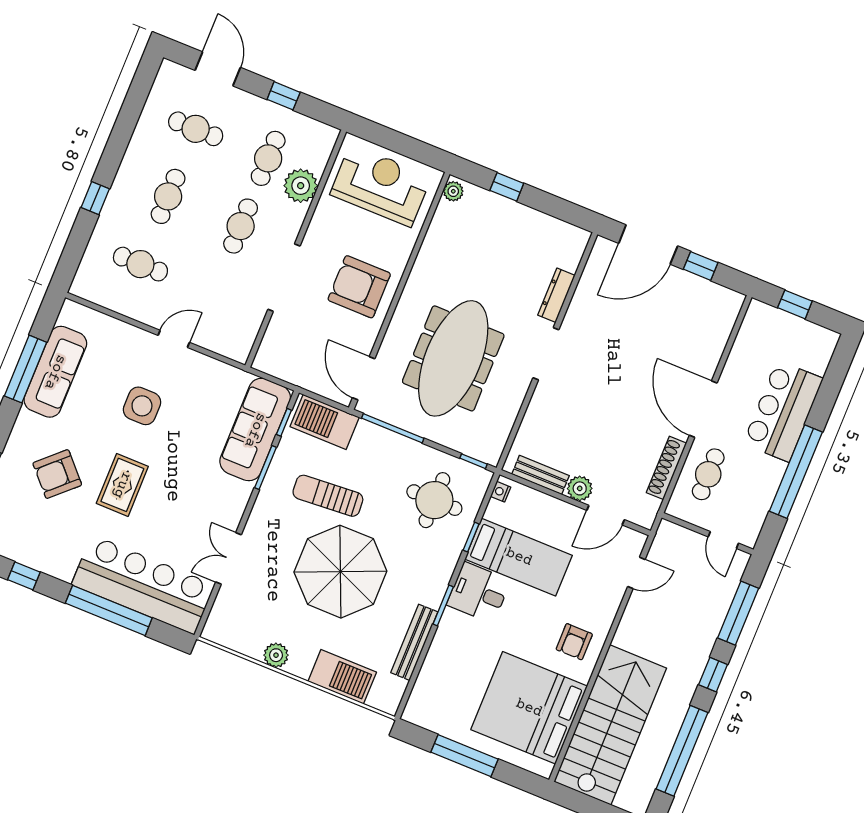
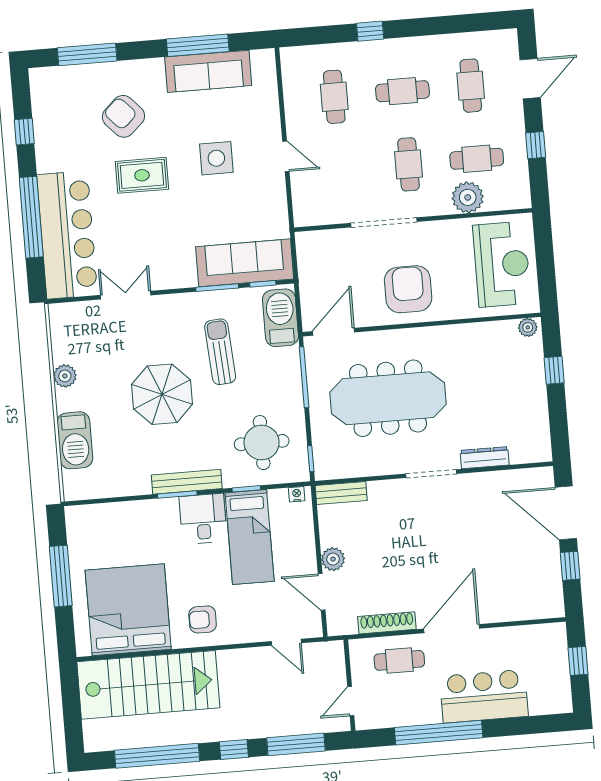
cafe table: (241, 226) -> (408, 164), turned 90
bench: (541, 475) -> (341, 493), moved, turned 90
parasol: (340, 572) -> (162, 394), width x0.73, depth x0.73
bench: (414, 642) -> (187, 482), moved

